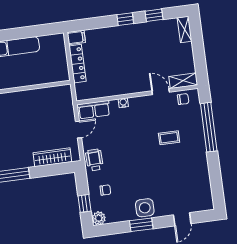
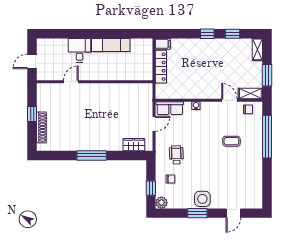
window: (199, 57) -> (267, 75), added
wardrobe: (52, 157) -> (134, 145), width x0.67
wheelchair: (94, 160) -> (176, 155), moved

